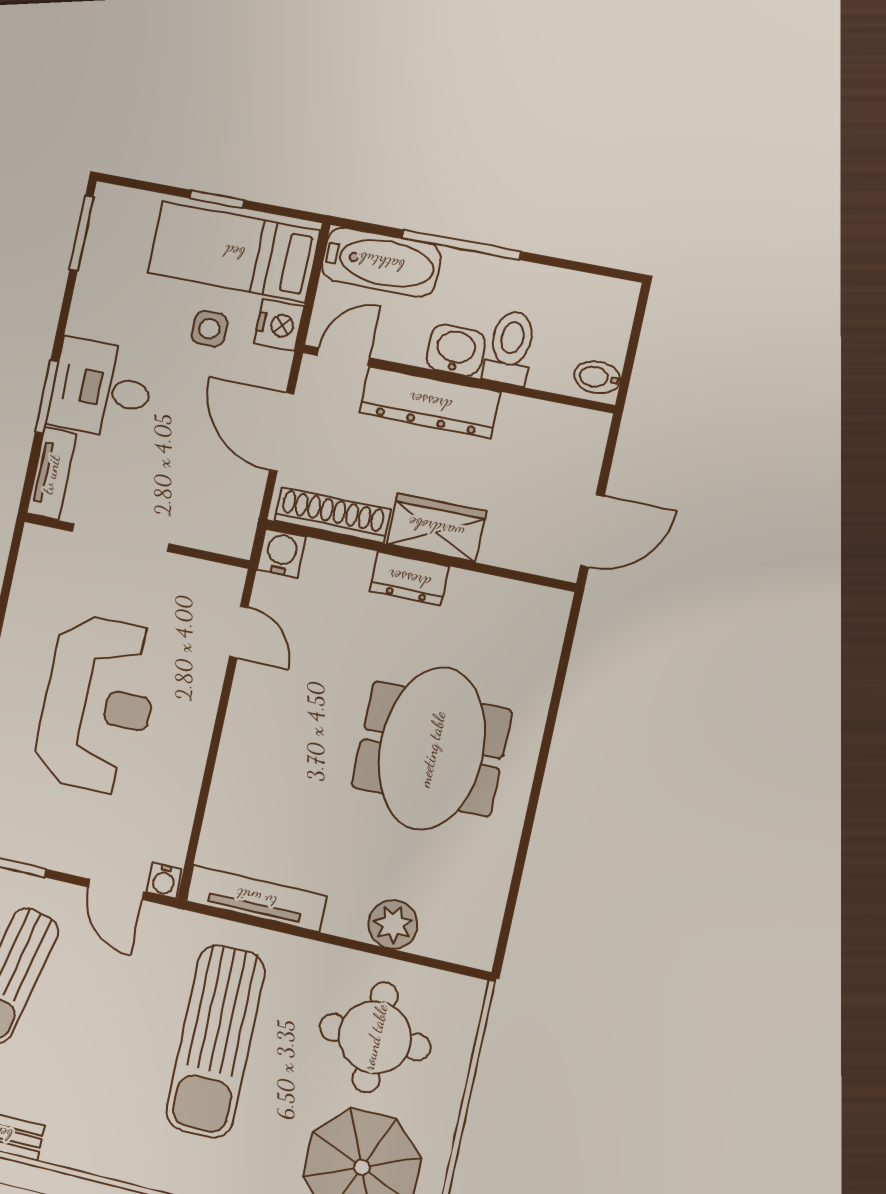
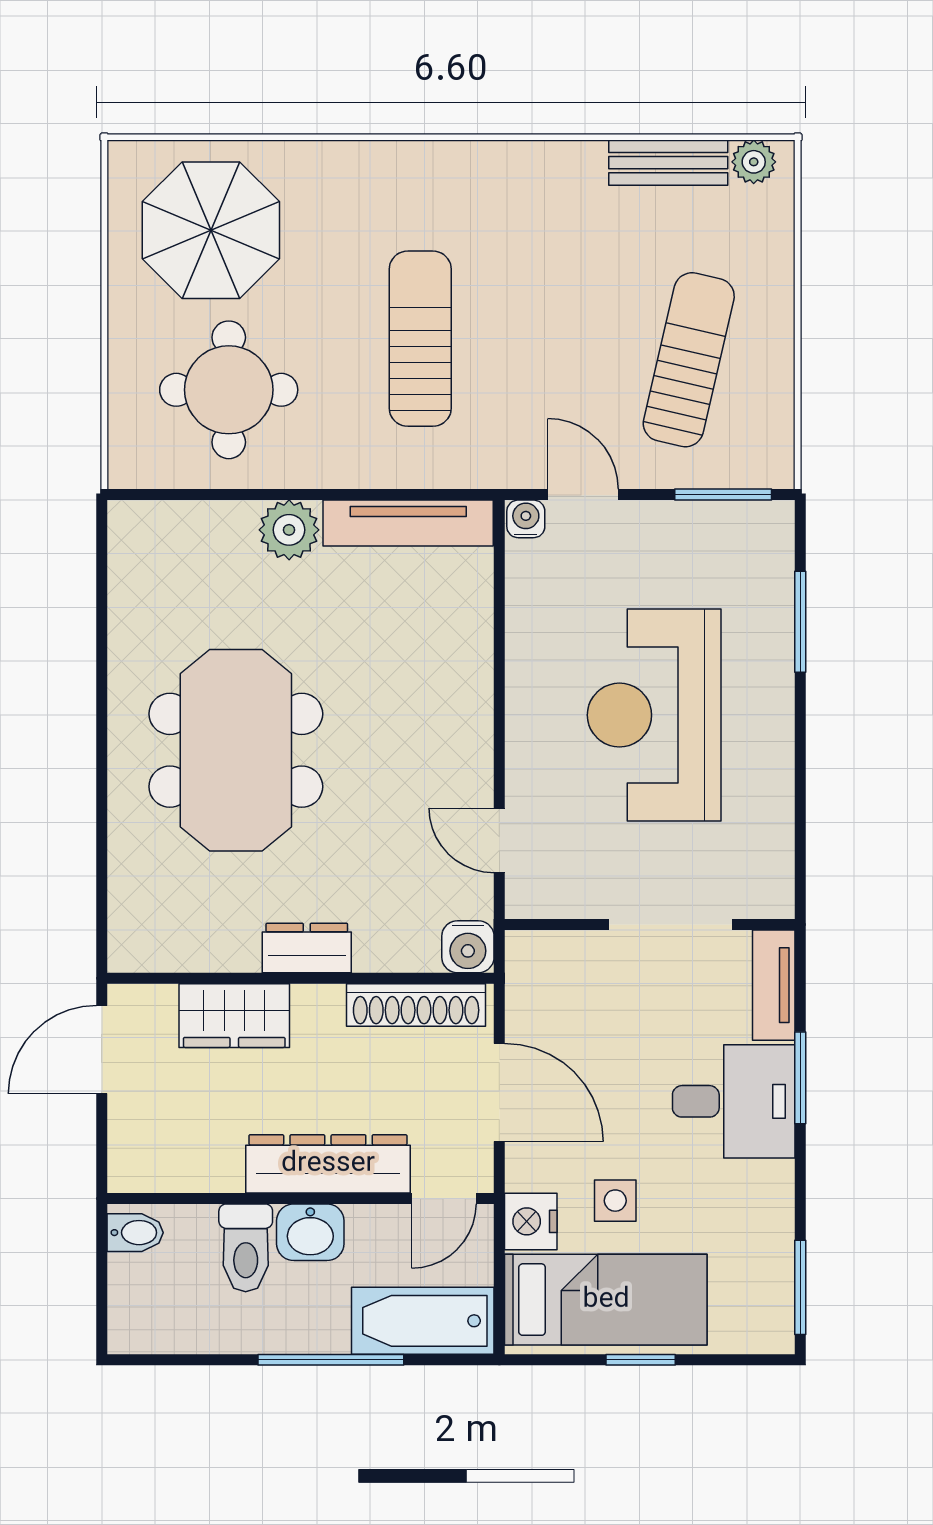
wardrobe: (436, 528) -> (234, 1016), moved
plant: (393, 924) -> (289, 530), moved
sun lounger: (215, 1042) -> (420, 339), width x0.73, depth x0.75

